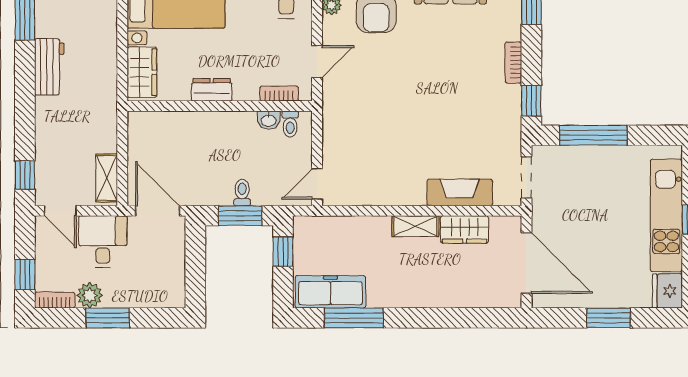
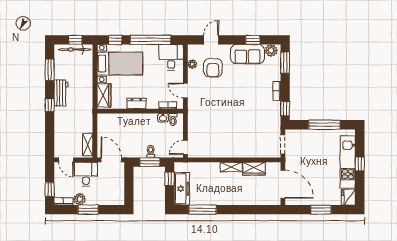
door: (317, 62) -> (185, 90), swing flipped
window: (593, 135) -> (324, 125), moved
window: (25, 175) -> (50, 105), moved
fireplace: (460, 192) -> (252, 151), removed
freezer: (330, 292) -> (182, 189), moved, turned 90

